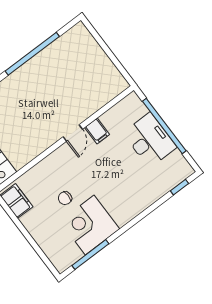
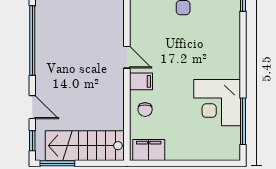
filing cabinet: (97, 131) -> (141, 81), moved
chair: (65, 198) -> (145, 110), moved

